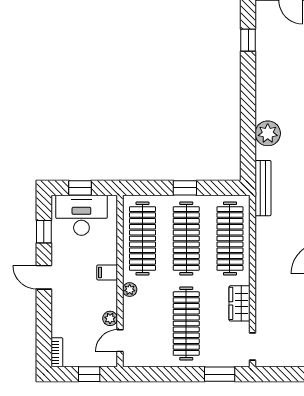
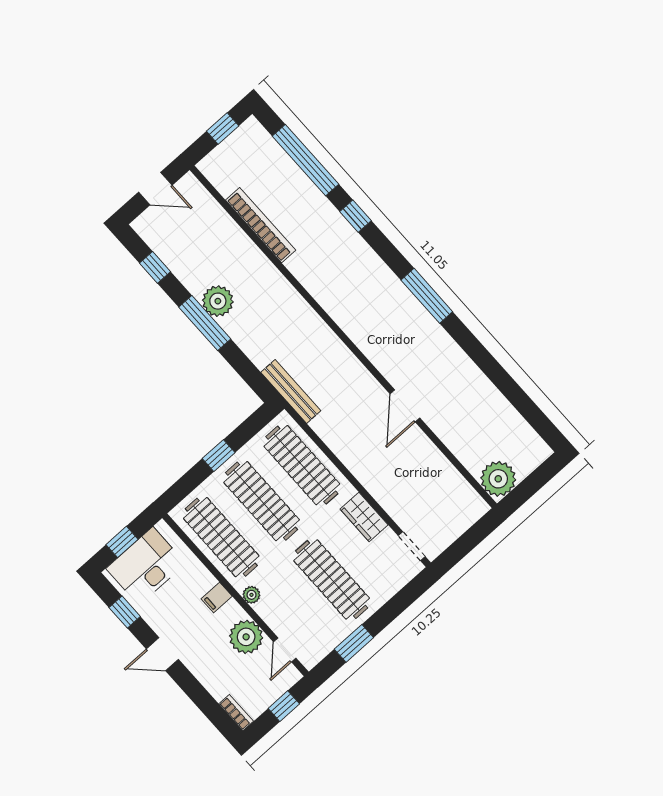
window: (248, 100) -> (205, 323), added
plant: (268, 133) -> (218, 301), moved
plant: (110, 318) -> (246, 637), width x1.88, depth x1.88
window: (220, 374) -> (354, 643), moved

